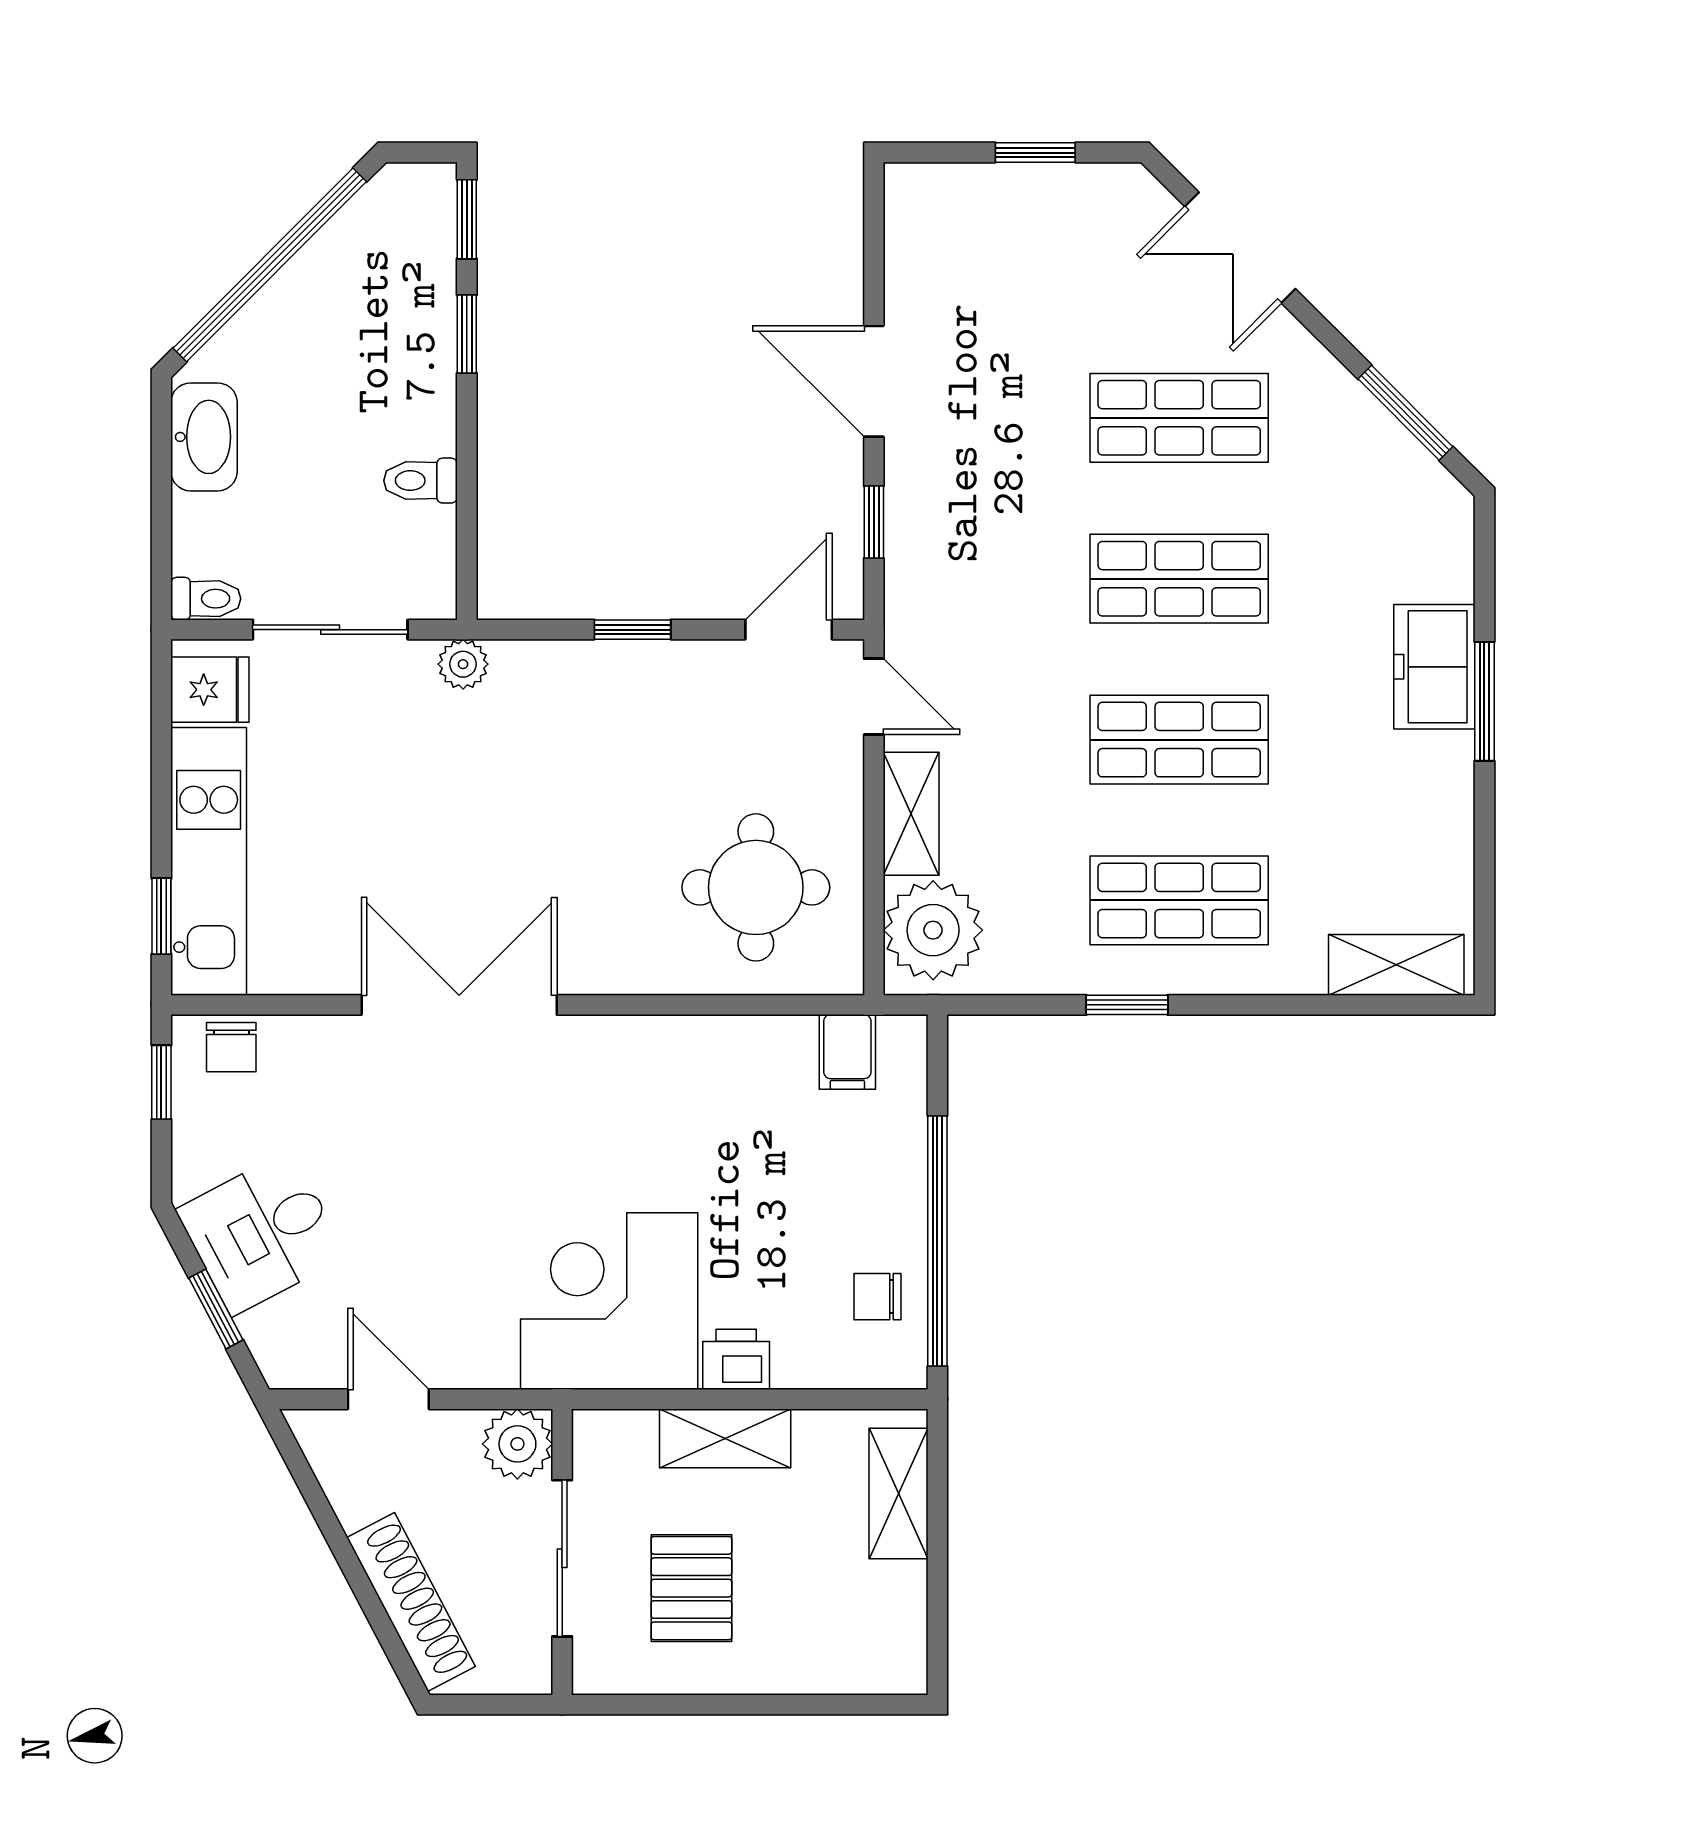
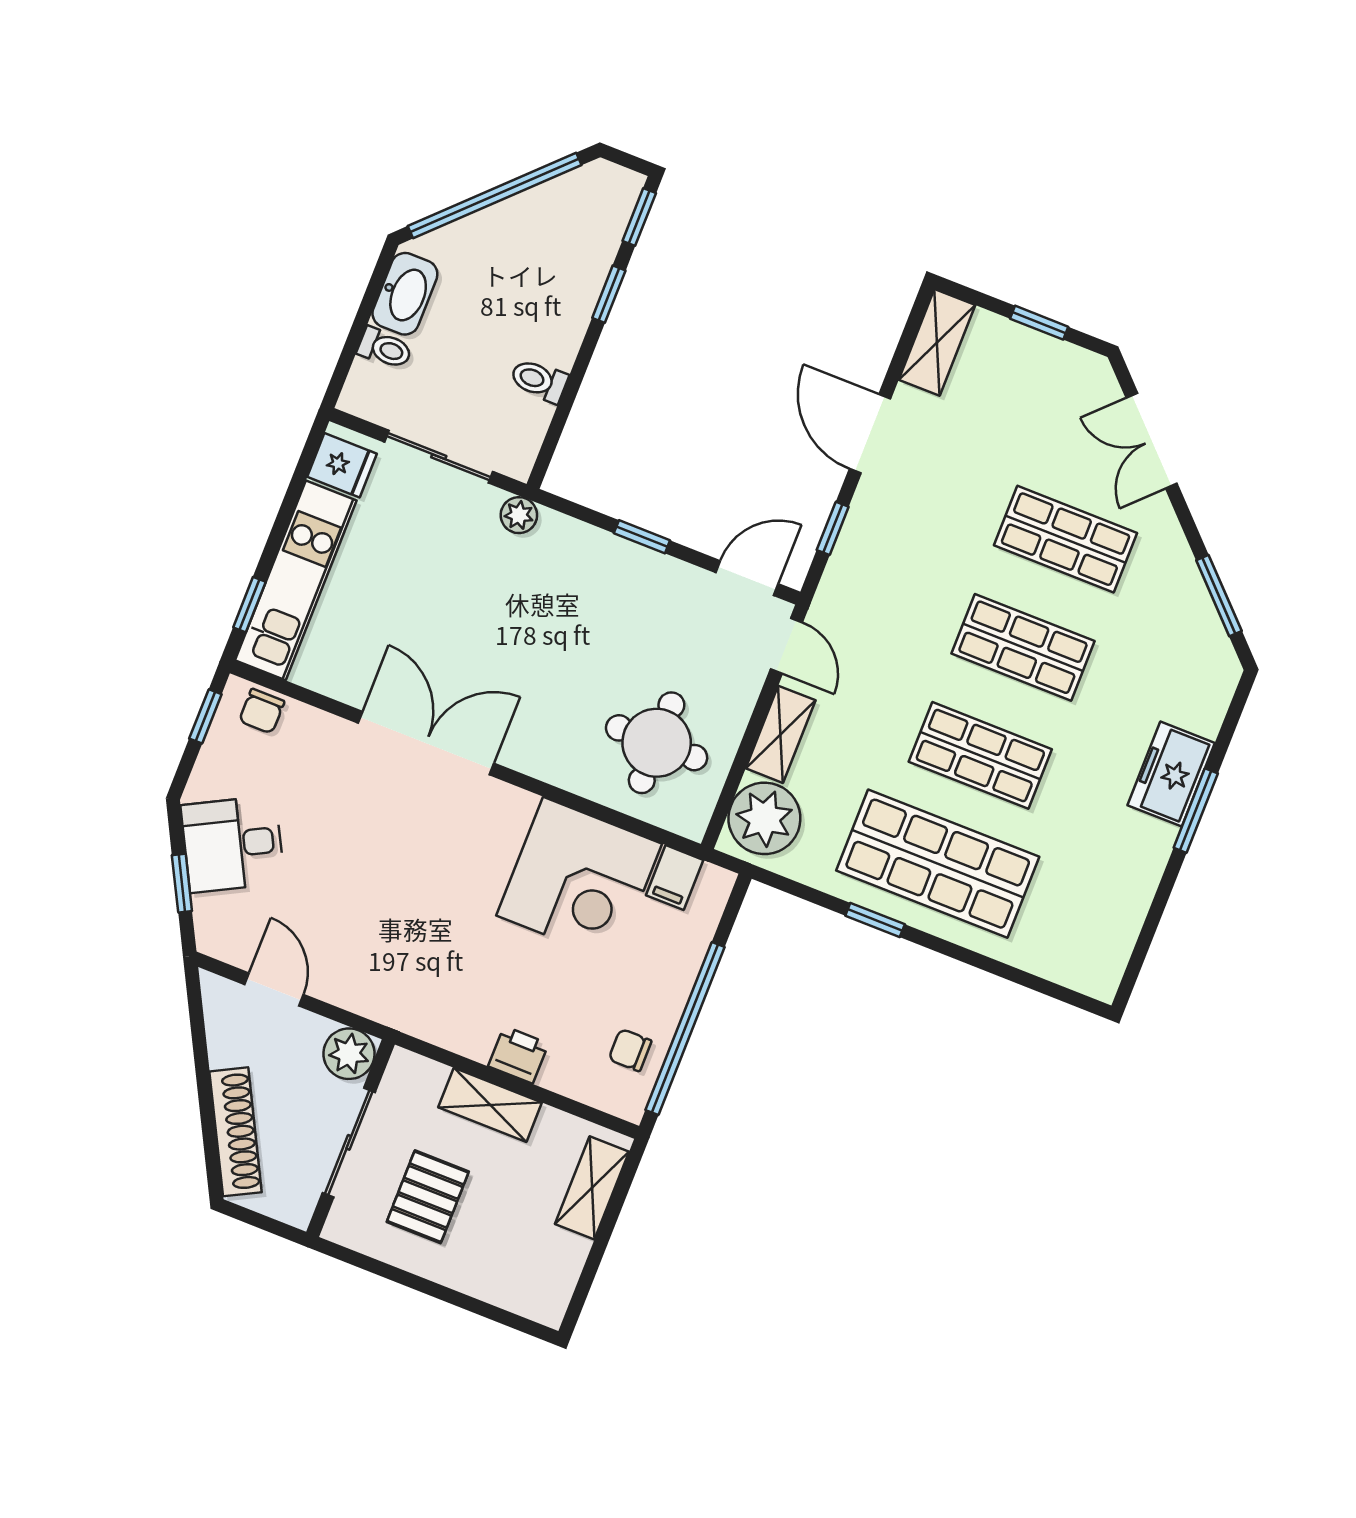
toilet: (206, 599) -> (385, 348), moved
shop shelf: (1179, 900) -> (938, 864), width x1.43, depth x1.36
shelving: (1396, 965) -> (937, 342), moved, turned 90
corner desk: (609, 1301) -> (579, 880), moved, turned 180

